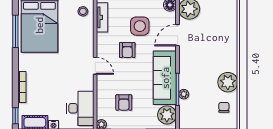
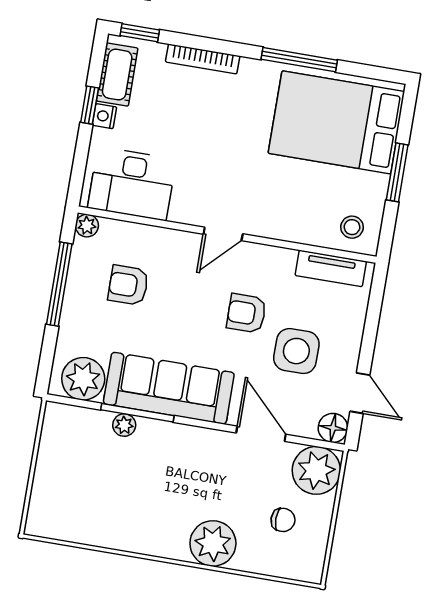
window: (15, 31) -> (299, 60), moved
plant: (228, 82) -> (213, 543), moved
chair: (224, 107) -> (283, 520), moved

